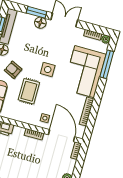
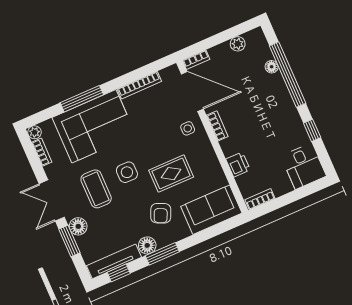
coffee table: (52, 47) -> (96, 189), added
window: (107, 64) -> (82, 99), moved
door: (62, 136) -> (192, 92), swing flipped

